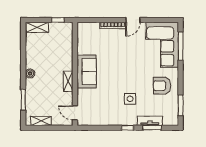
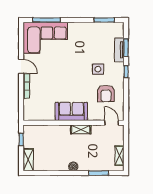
armchair: (162, 86) -> (106, 94), moved
door: (75, 113) -> (112, 123), swing flipped

